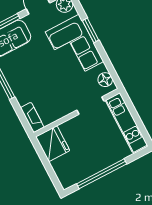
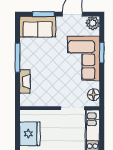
fireplace: (32, 117) -> (25, 82), moved
fridge: (53, 144) -> (30, 134), moved

